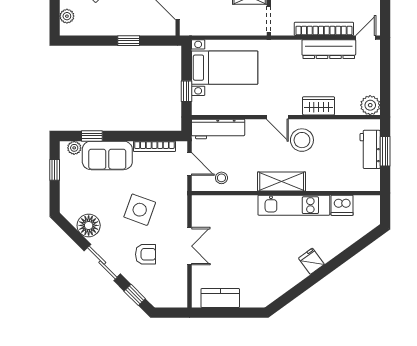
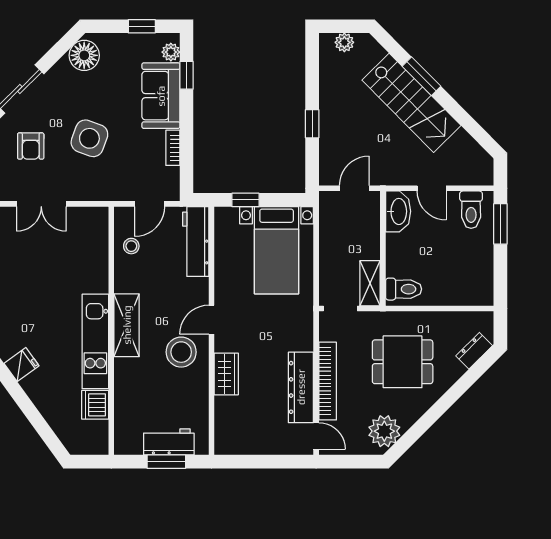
plant: (370, 105) -> (227, 442), removed
bookcase: (154, 146) -> (173, 148), width x0.64
floor lamp: (89, 225) -> (84, 55), moved

